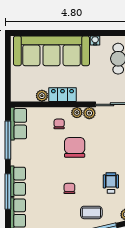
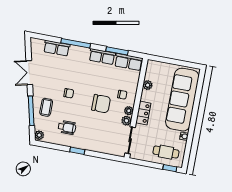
locker: (62, 95) -> (143, 113), moved
window: (8, 140) -> (117, 51), width x0.69
row of seats: (18, 181) -> (102, 57), moved

